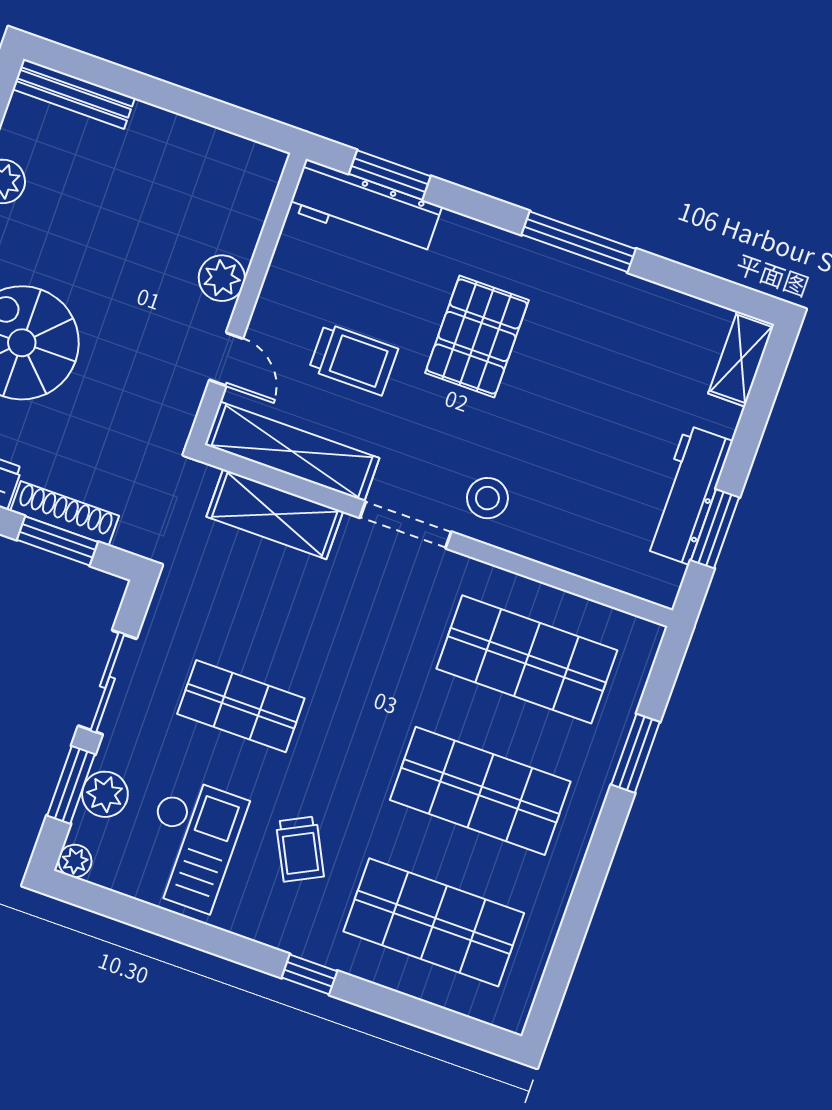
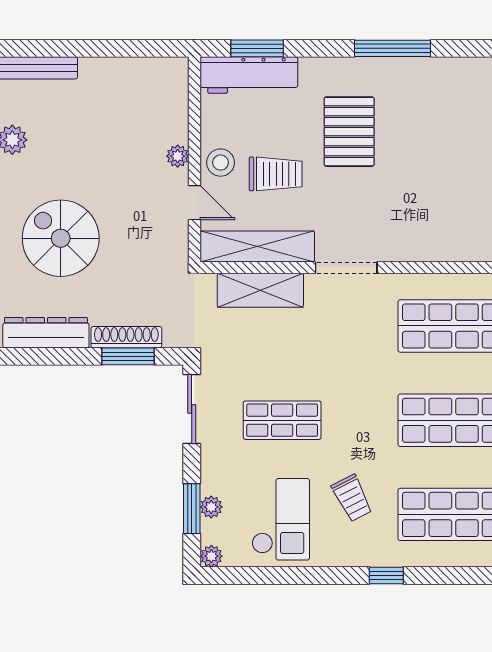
plant: (222, 278) -> (178, 156), width x0.73, depth x0.73
stool: (487, 498) -> (221, 163), moved
sliding door: (107, 682) -> (192, 409), moved
plant: (105, 794) -> (211, 507), width x0.73, depth x0.73

